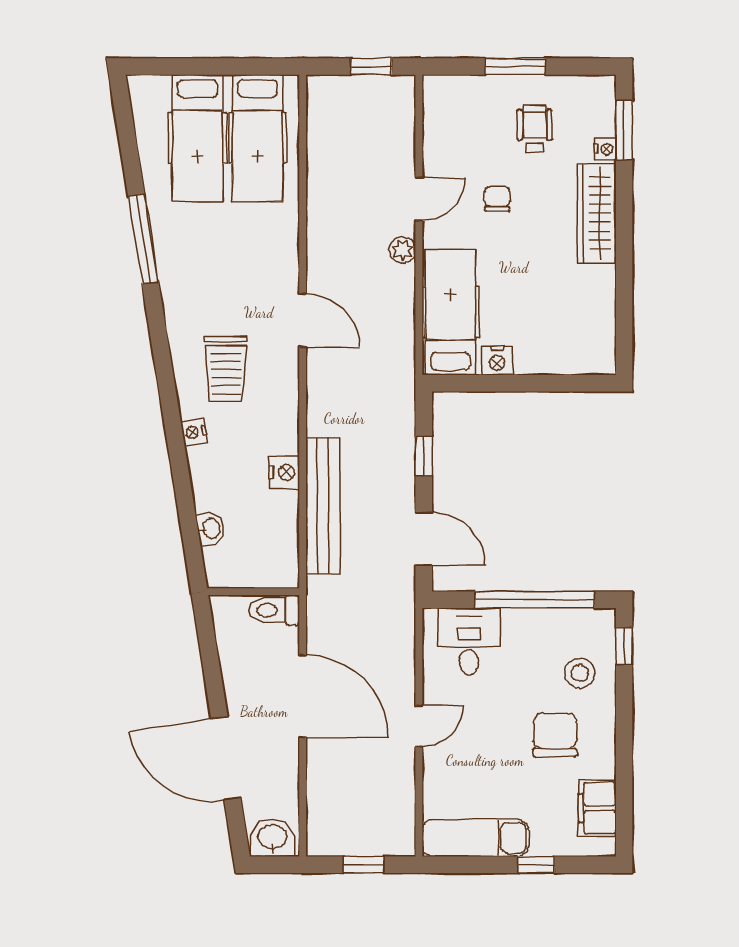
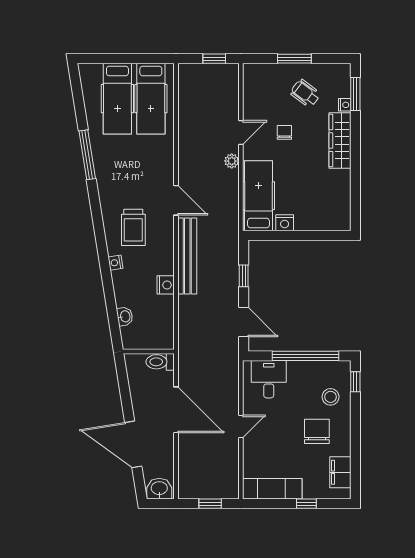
wheelchair: (535, 129) -> (305, 93), turned -53
bench: (323, 506) -> (187, 256), moved

